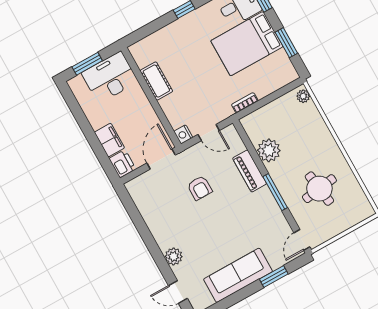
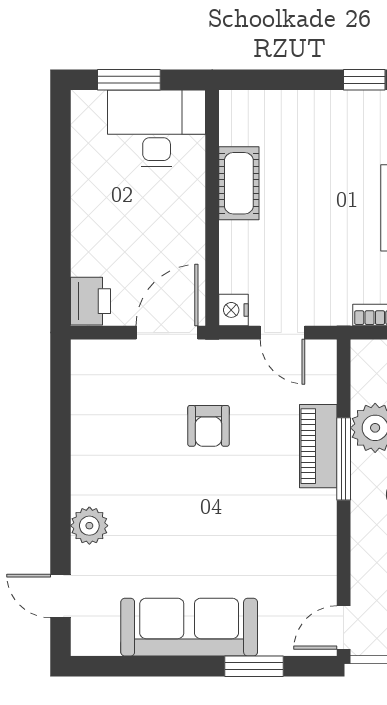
filing cabinet: (109, 140) -> (91, 244), removed
window: (275, 192) -> (344, 459), moved

